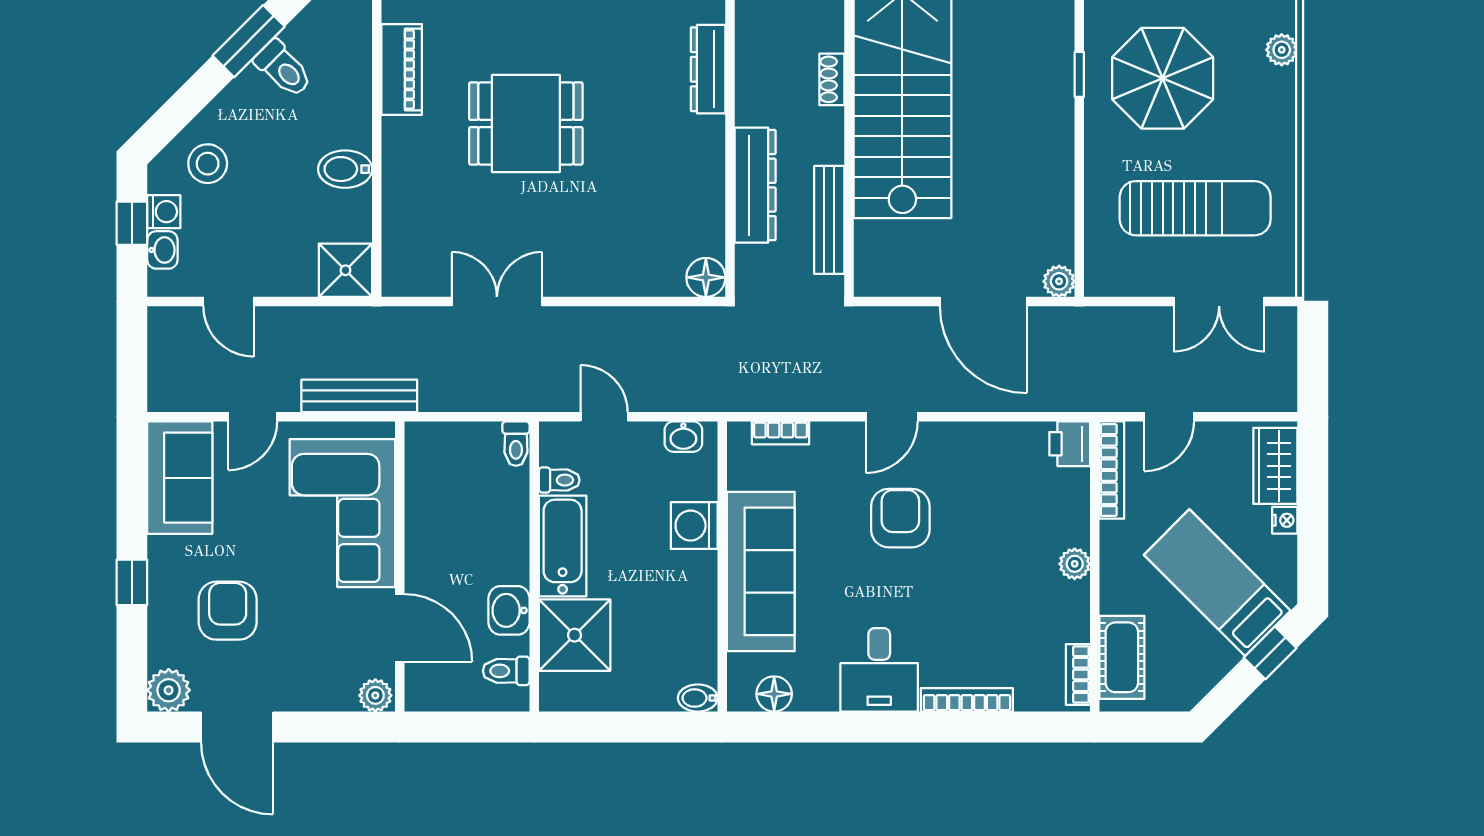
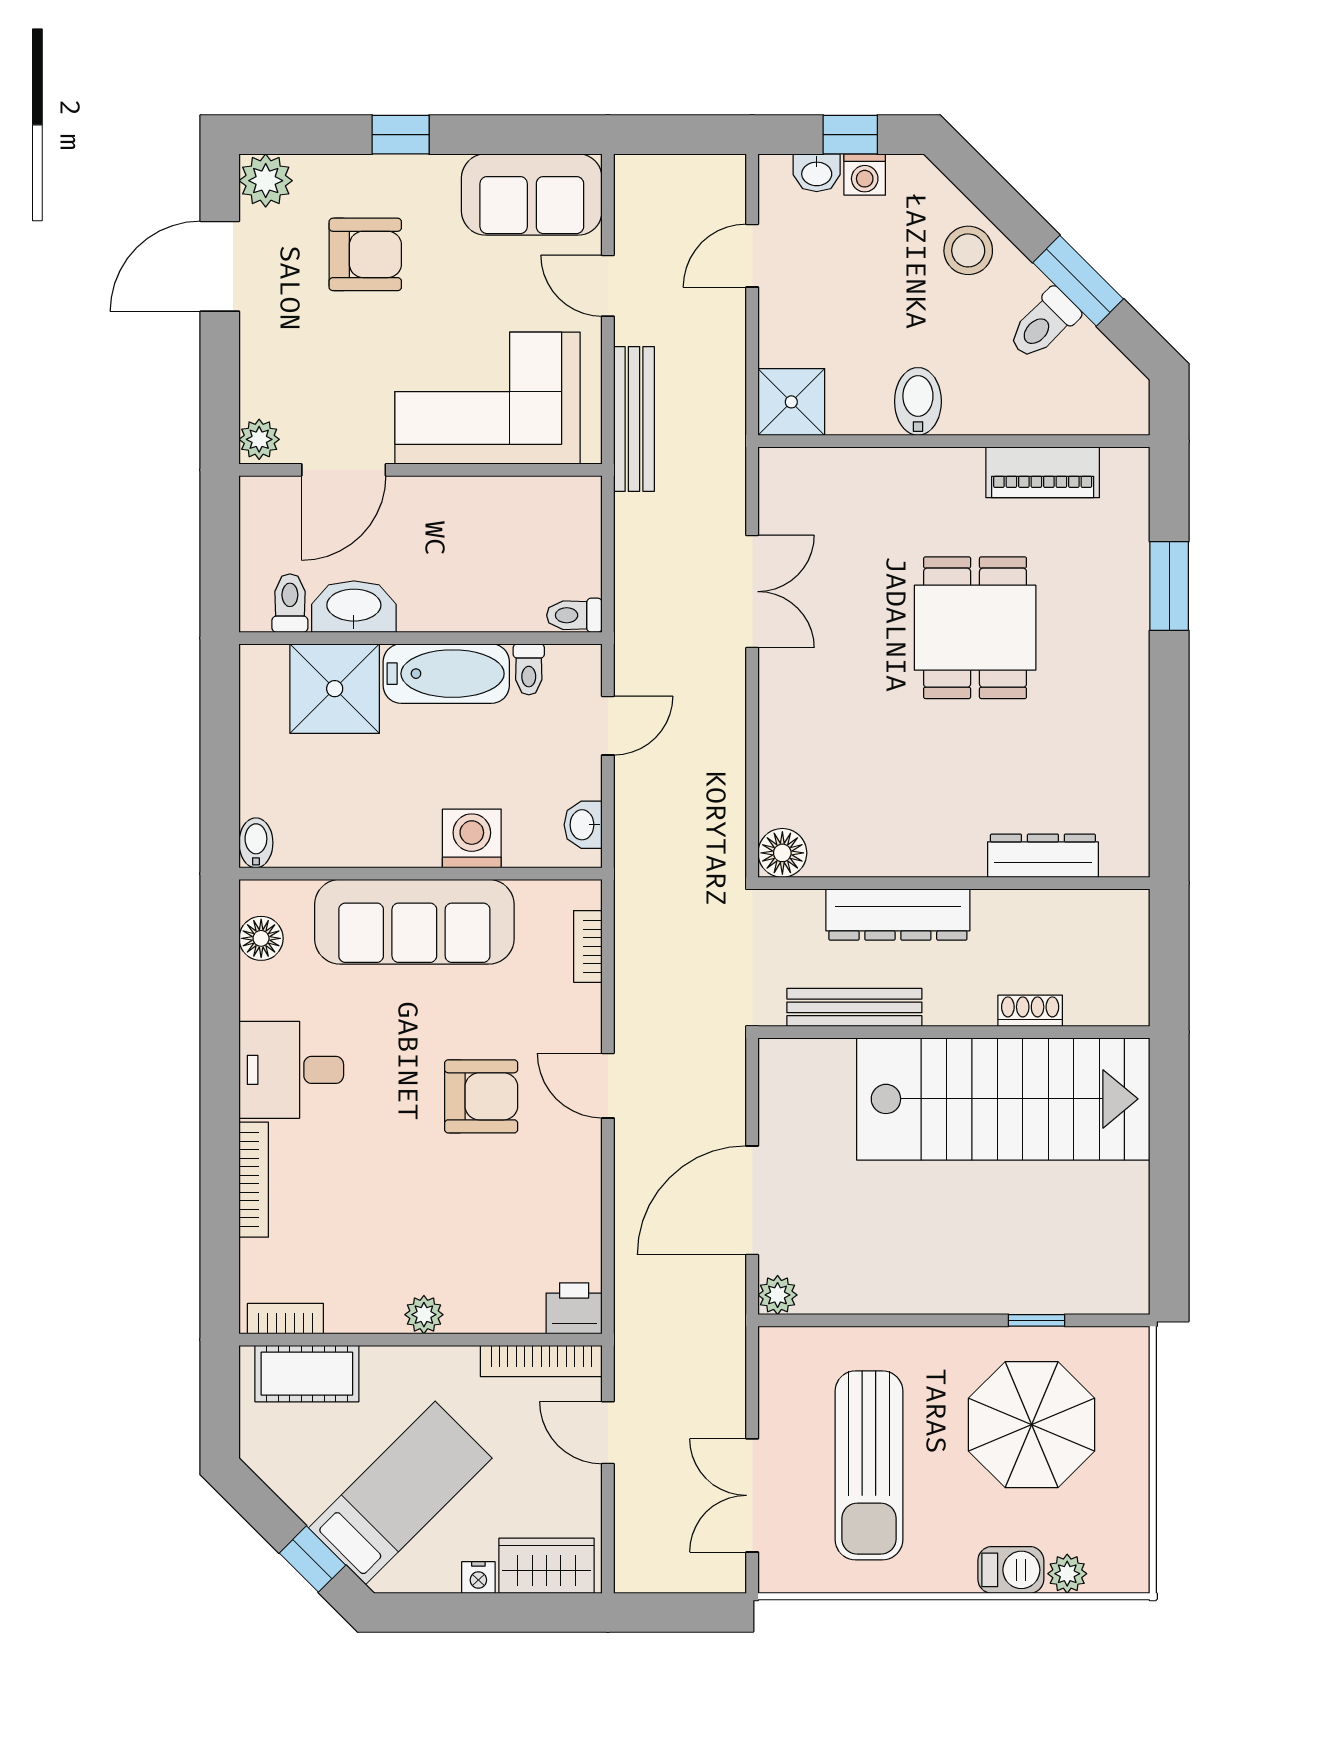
barbecue: (1279, 95) -> (1011, 1570), added
stool: (208, 164) -> (968, 250), moved
washbasin: (509, 610) -> (354, 607), width x1.38

